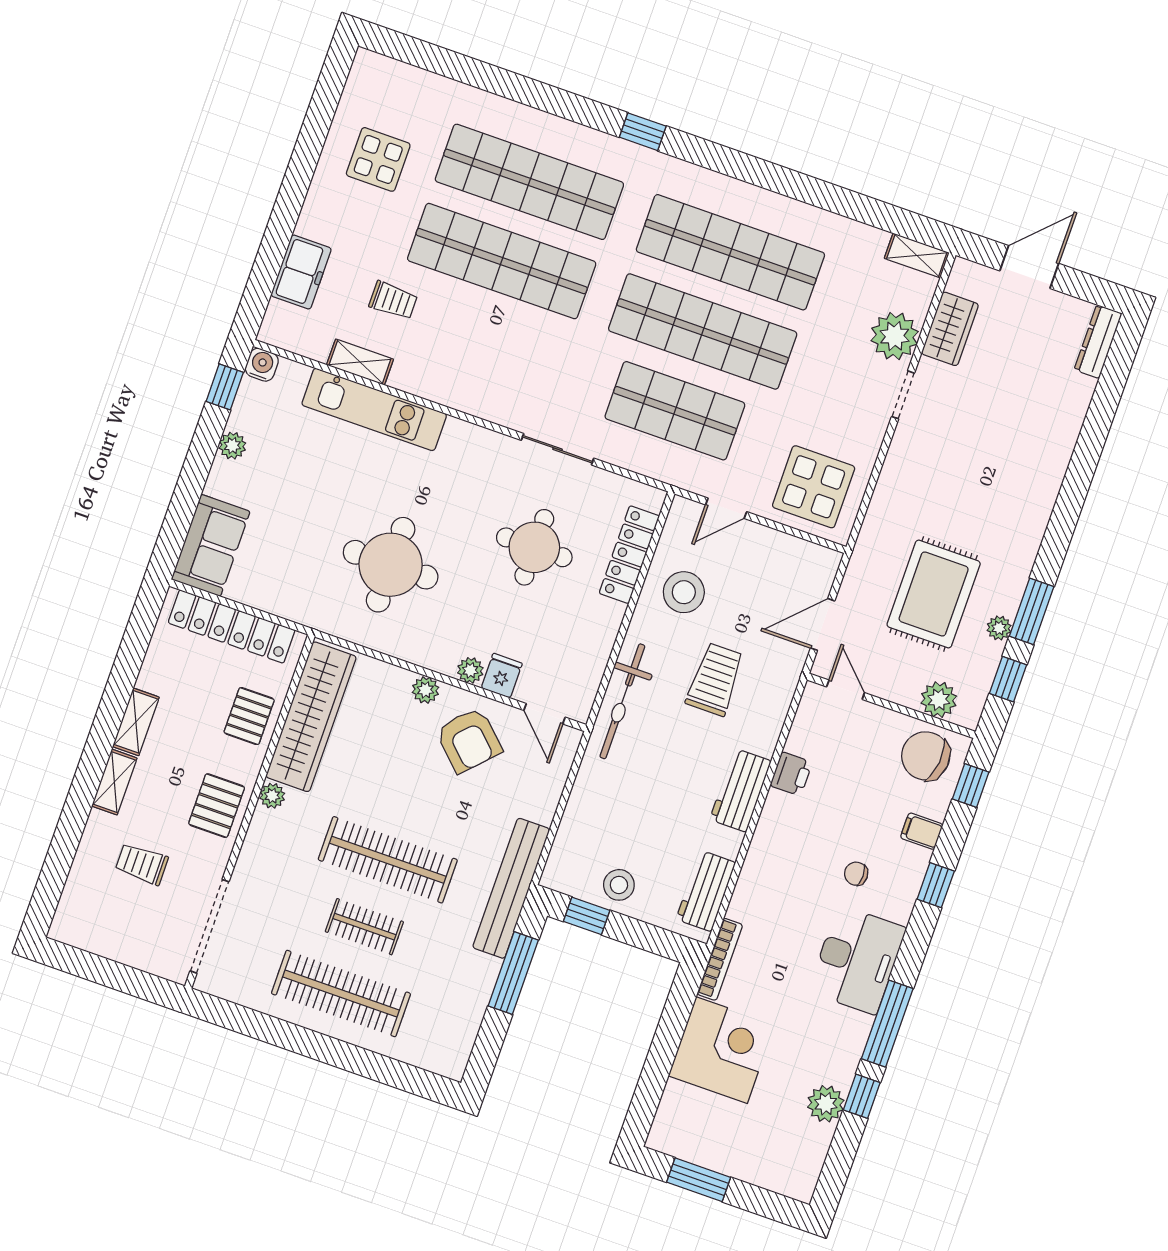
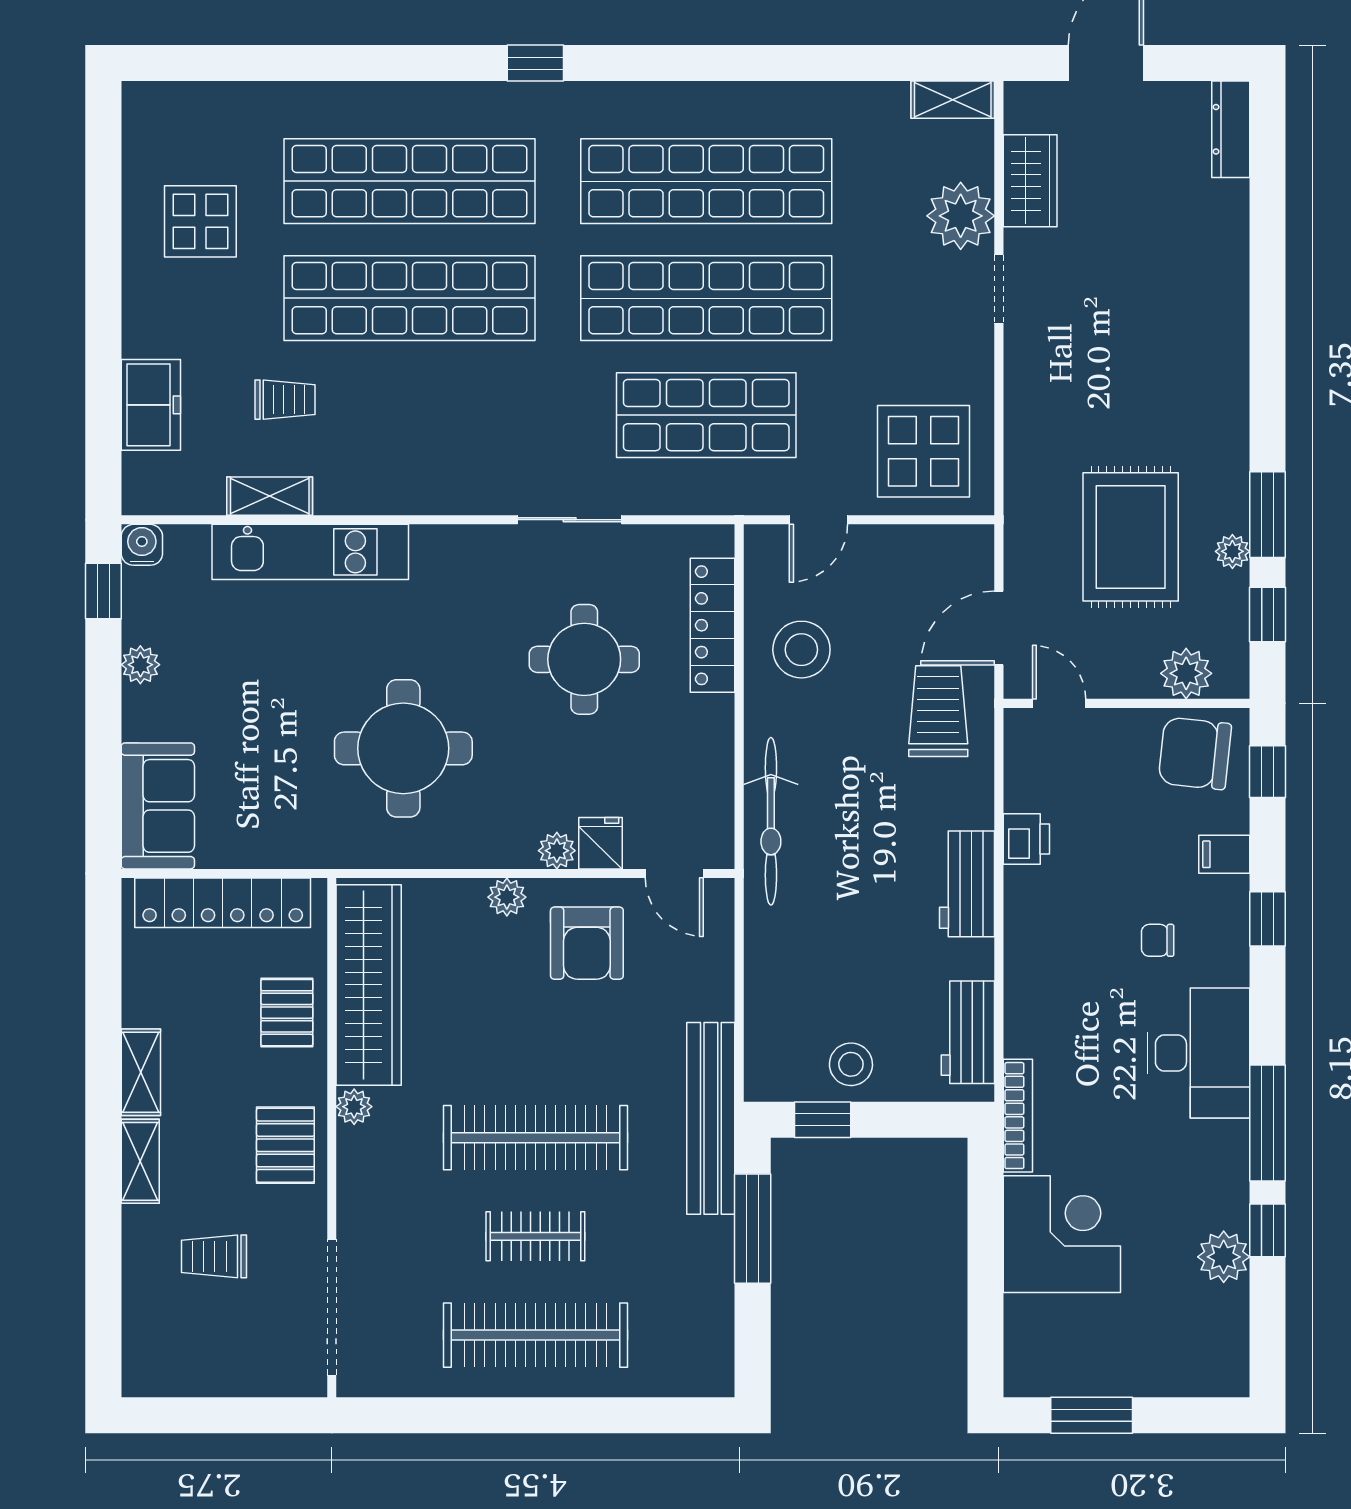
trolley: (715, 679) -> (938, 711), moved
armchair: (469, 740) -> (587, 943), turned 46

